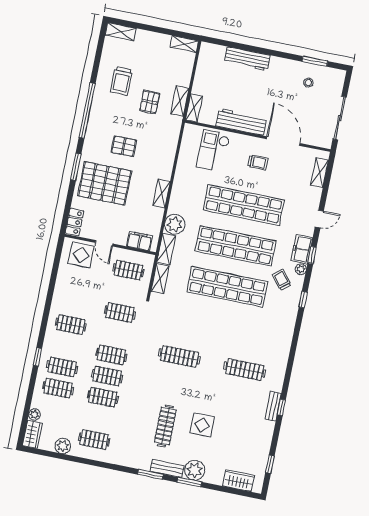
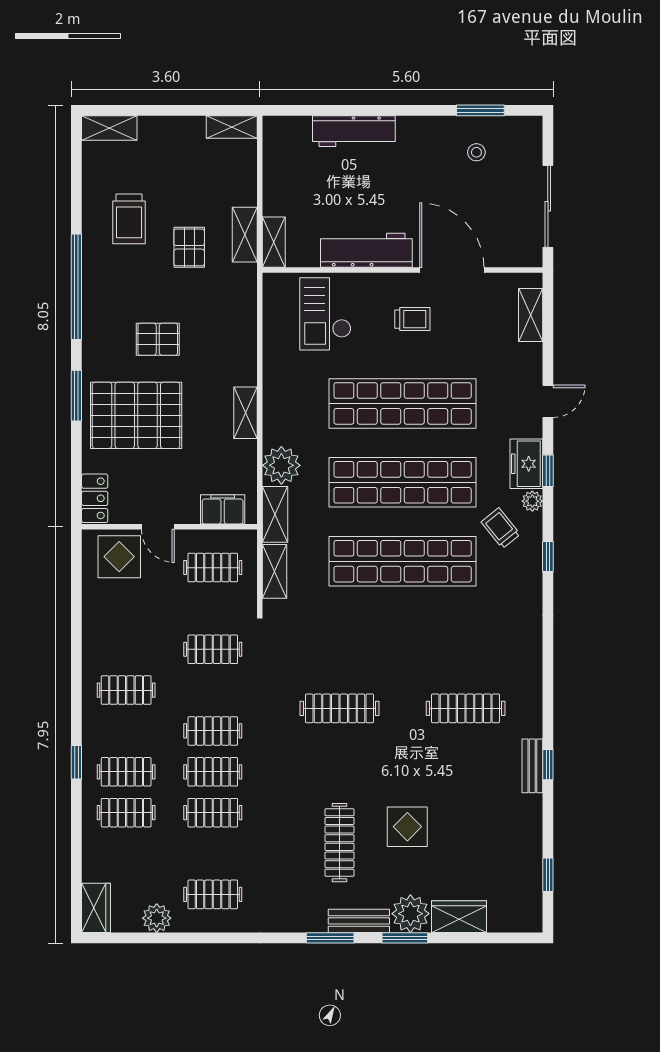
plant: (34, 415) -> (92, 870), removed
wardrobe: (239, 481) -> (459, 917), moved

